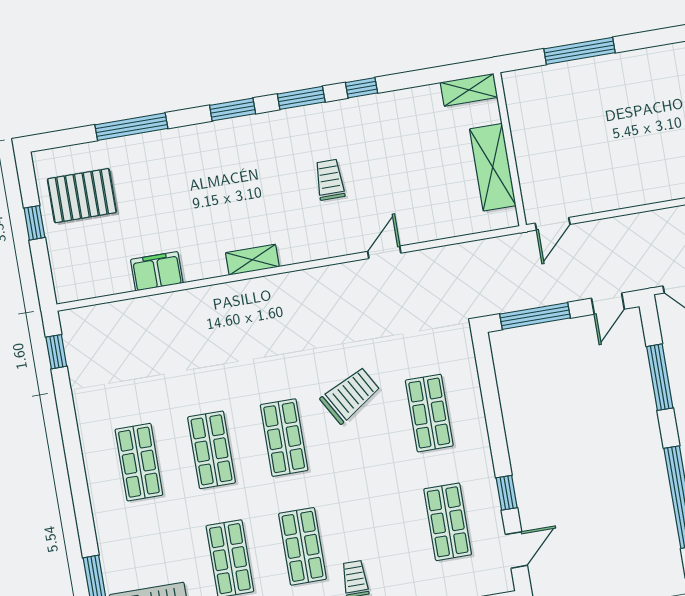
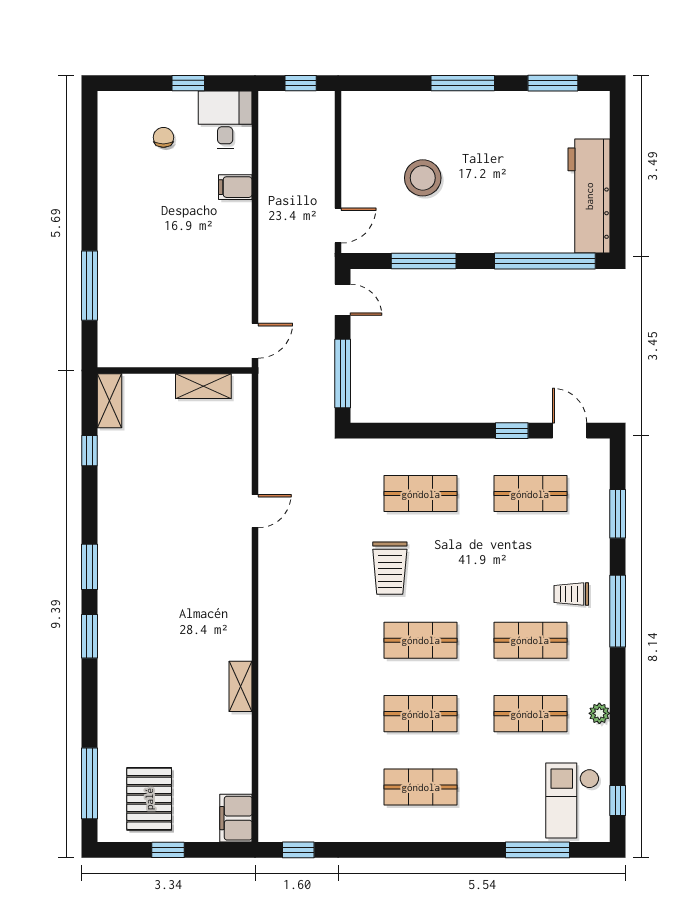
window: (362, 88) -> (90, 451), moved
window: (131, 127) -> (90, 783), moved
shelving: (493, 167) -> (203, 386), width x0.67, depth x0.75
trolley: (330, 180) -> (175, 552), removed
door: (553, 224) -> (255, 341), hinge flipped
door: (384, 252) -> (255, 511), swing flipped
shelving: (252, 260) -> (240, 686), moved
filing cabinet: (157, 271) -> (236, 818), moved
trolley: (350, 395) -> (390, 568), turned -150

